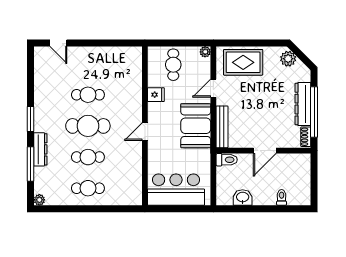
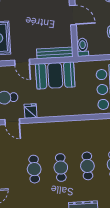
cafe table: (88, 126) -> (61, 168), width x0.73, depth x0.74
door: (145, 132) -> (12, 122), moved

